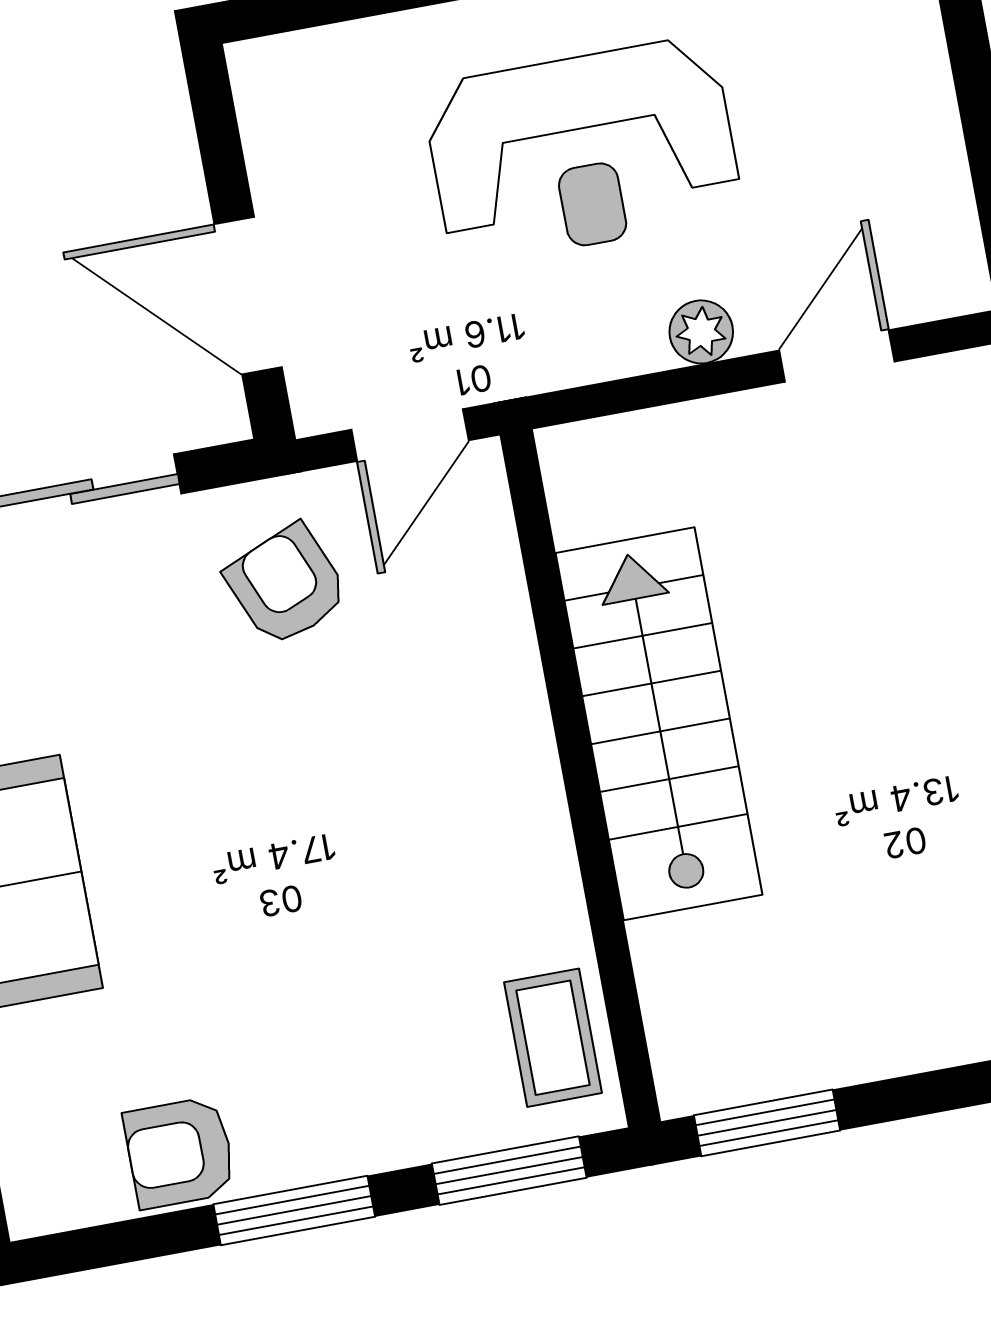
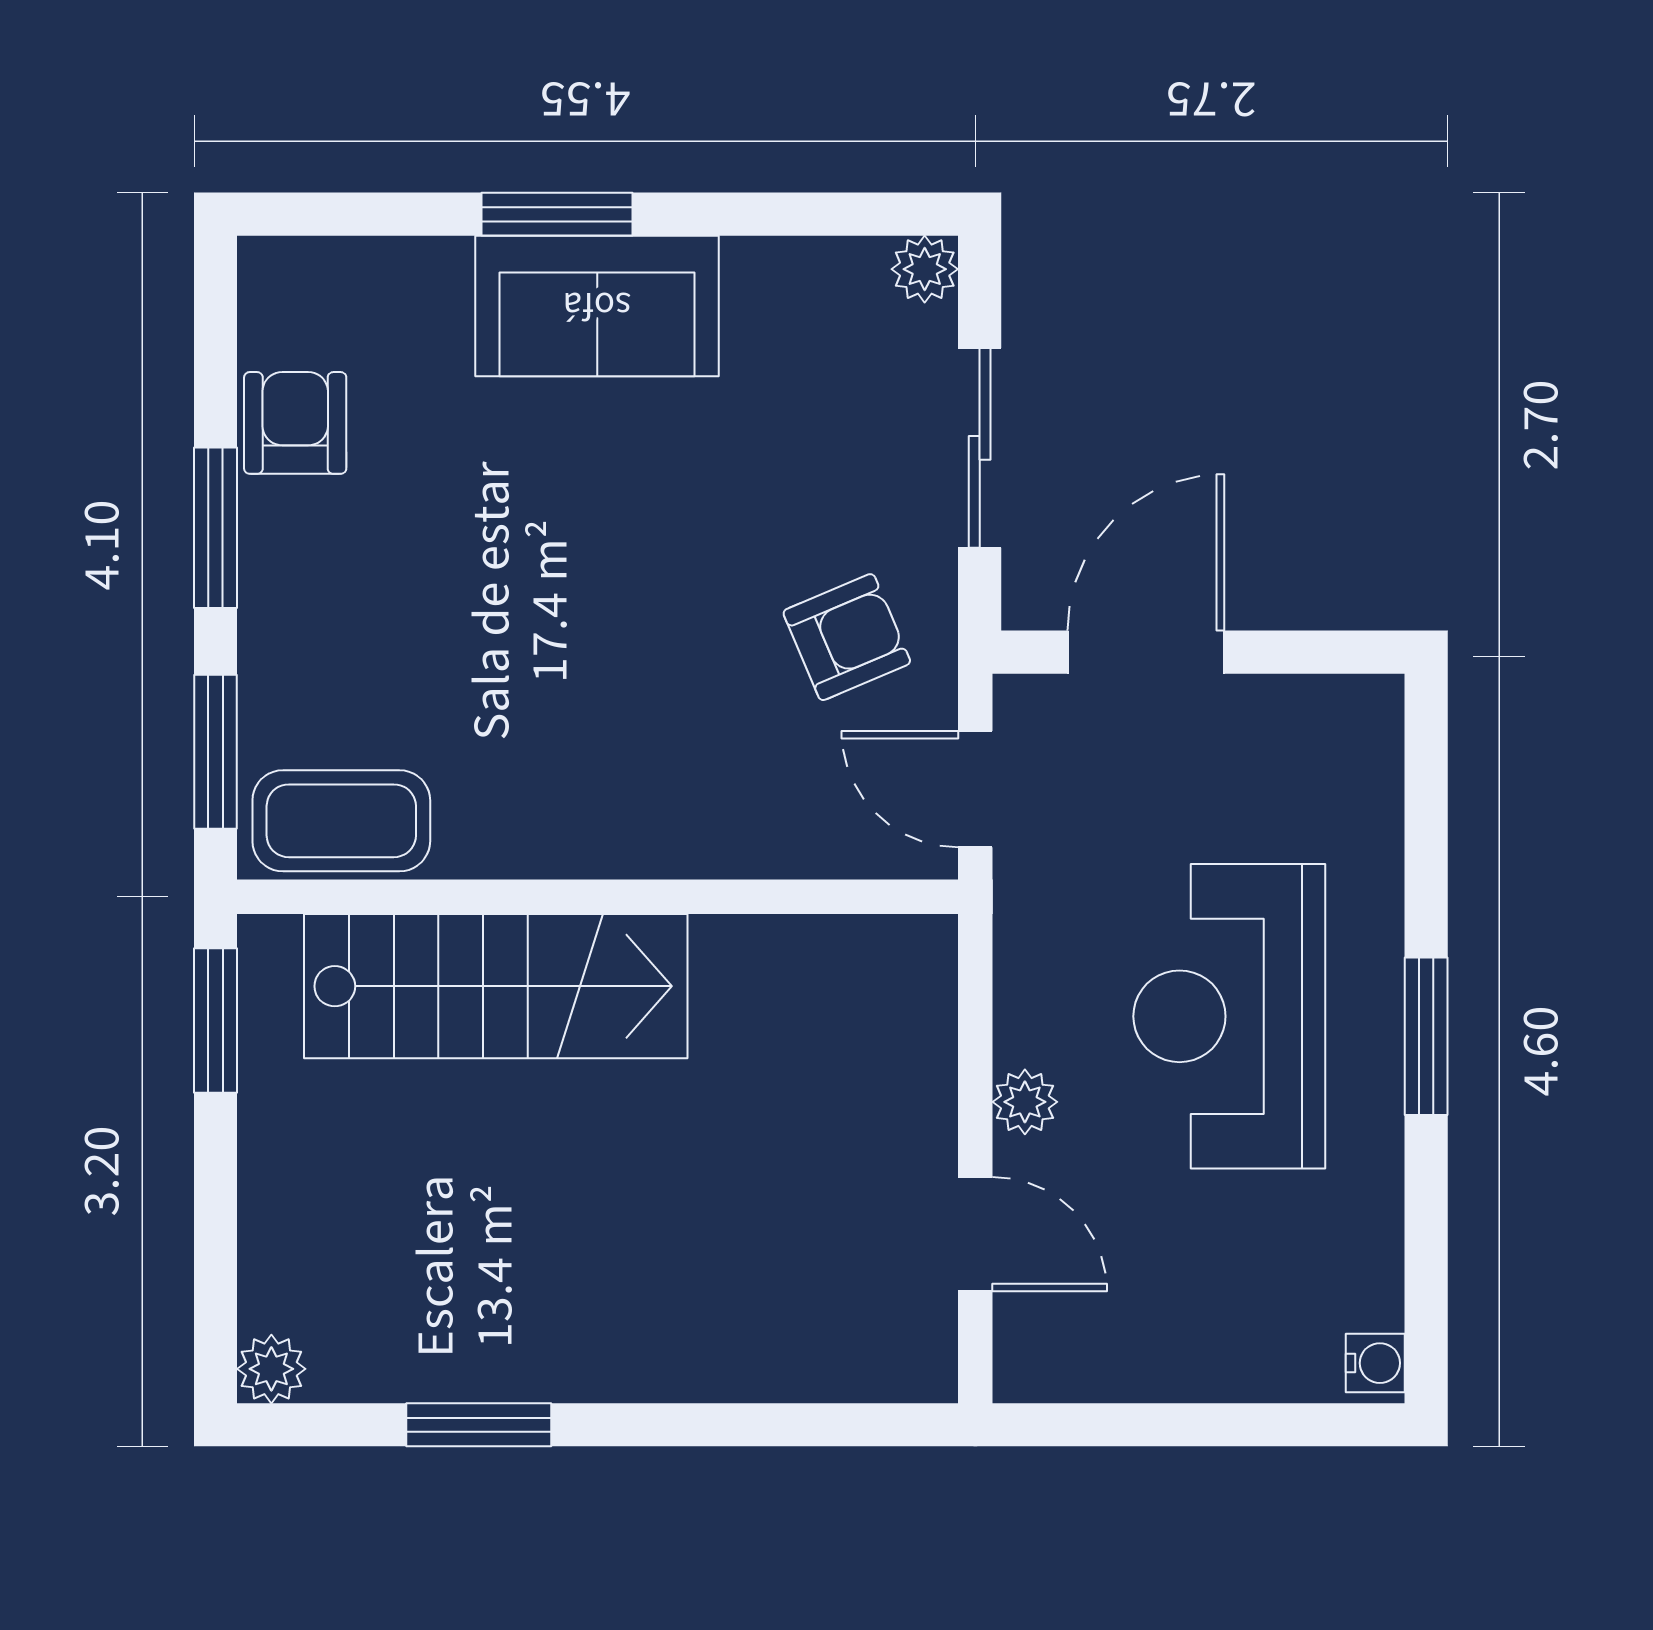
stairs: (659, 724) -> (496, 986), moved
coffee table: (553, 1038) -> (341, 821), width x1.36, depth x1.30

